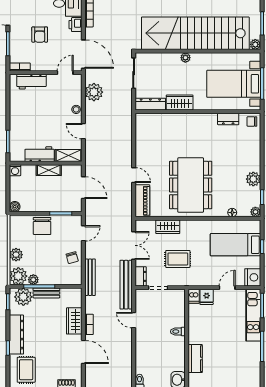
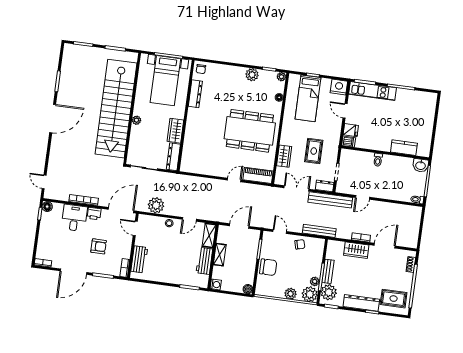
plant: (255, 44) -> (133, 57), removed
dresser: (228, 119) -> (195, 94), width x1.44

